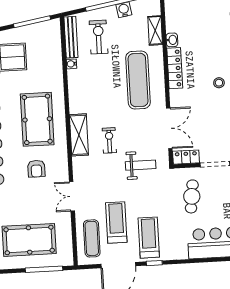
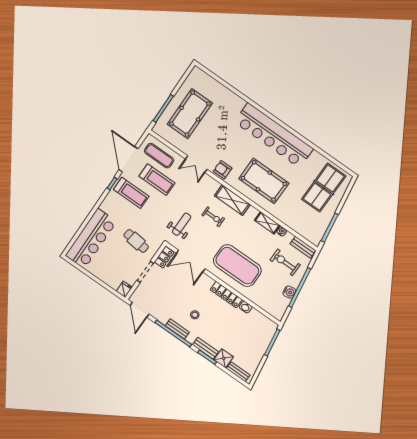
shelving: (155, 30) -> (267, 223), moved
bench: (71, 37) -> (303, 247), width x0.73
exercise bike: (99, 37) -> (285, 262), turned 180
exercise mat: (138, 80) -> (237, 266), width x1.47
weight bench: (141, 165) -> (182, 224), turned 180
armchair: (36, 169) -> (223, 170), moved
double door: (72, 196) -> (196, 164), swing flipped

